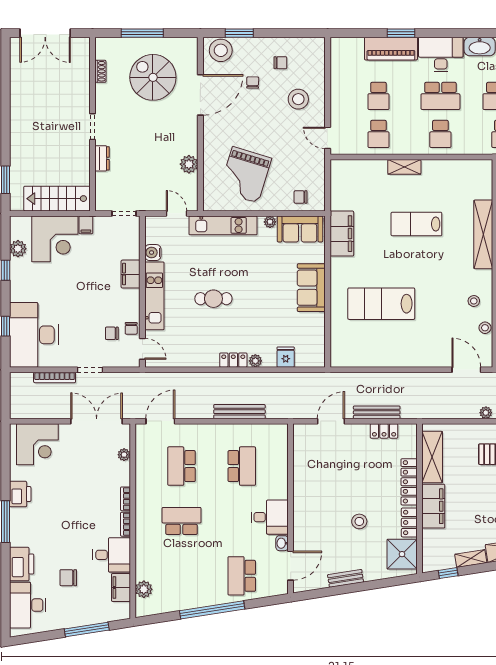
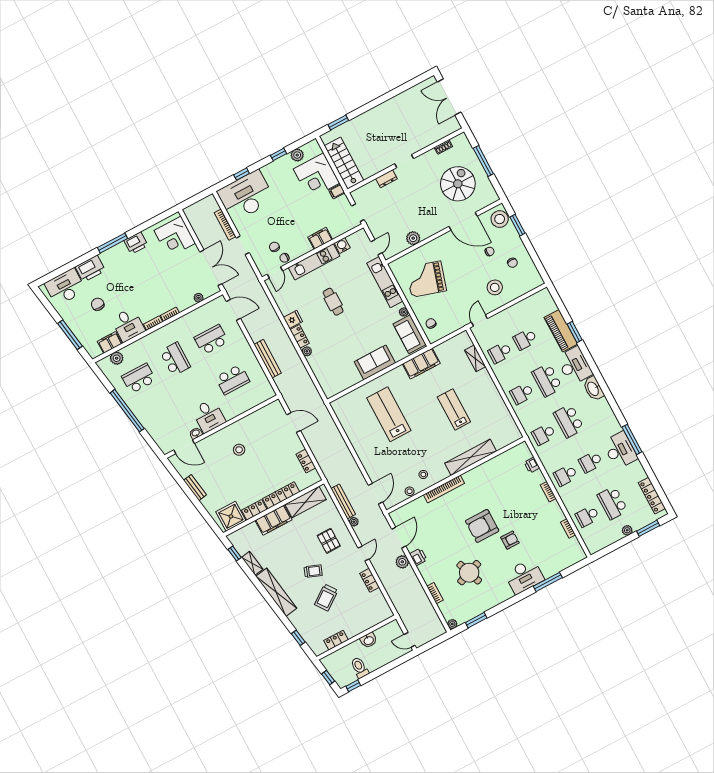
shelving: (404, 167) -> (475, 358), moved
fridge: (286, 357) -> (293, 319), moved
bench: (377, 412) -> (343, 501), moved
stool: (359, 521) -> (239, 450), moved
school desk: (242, 576) -> (139, 378), moved

